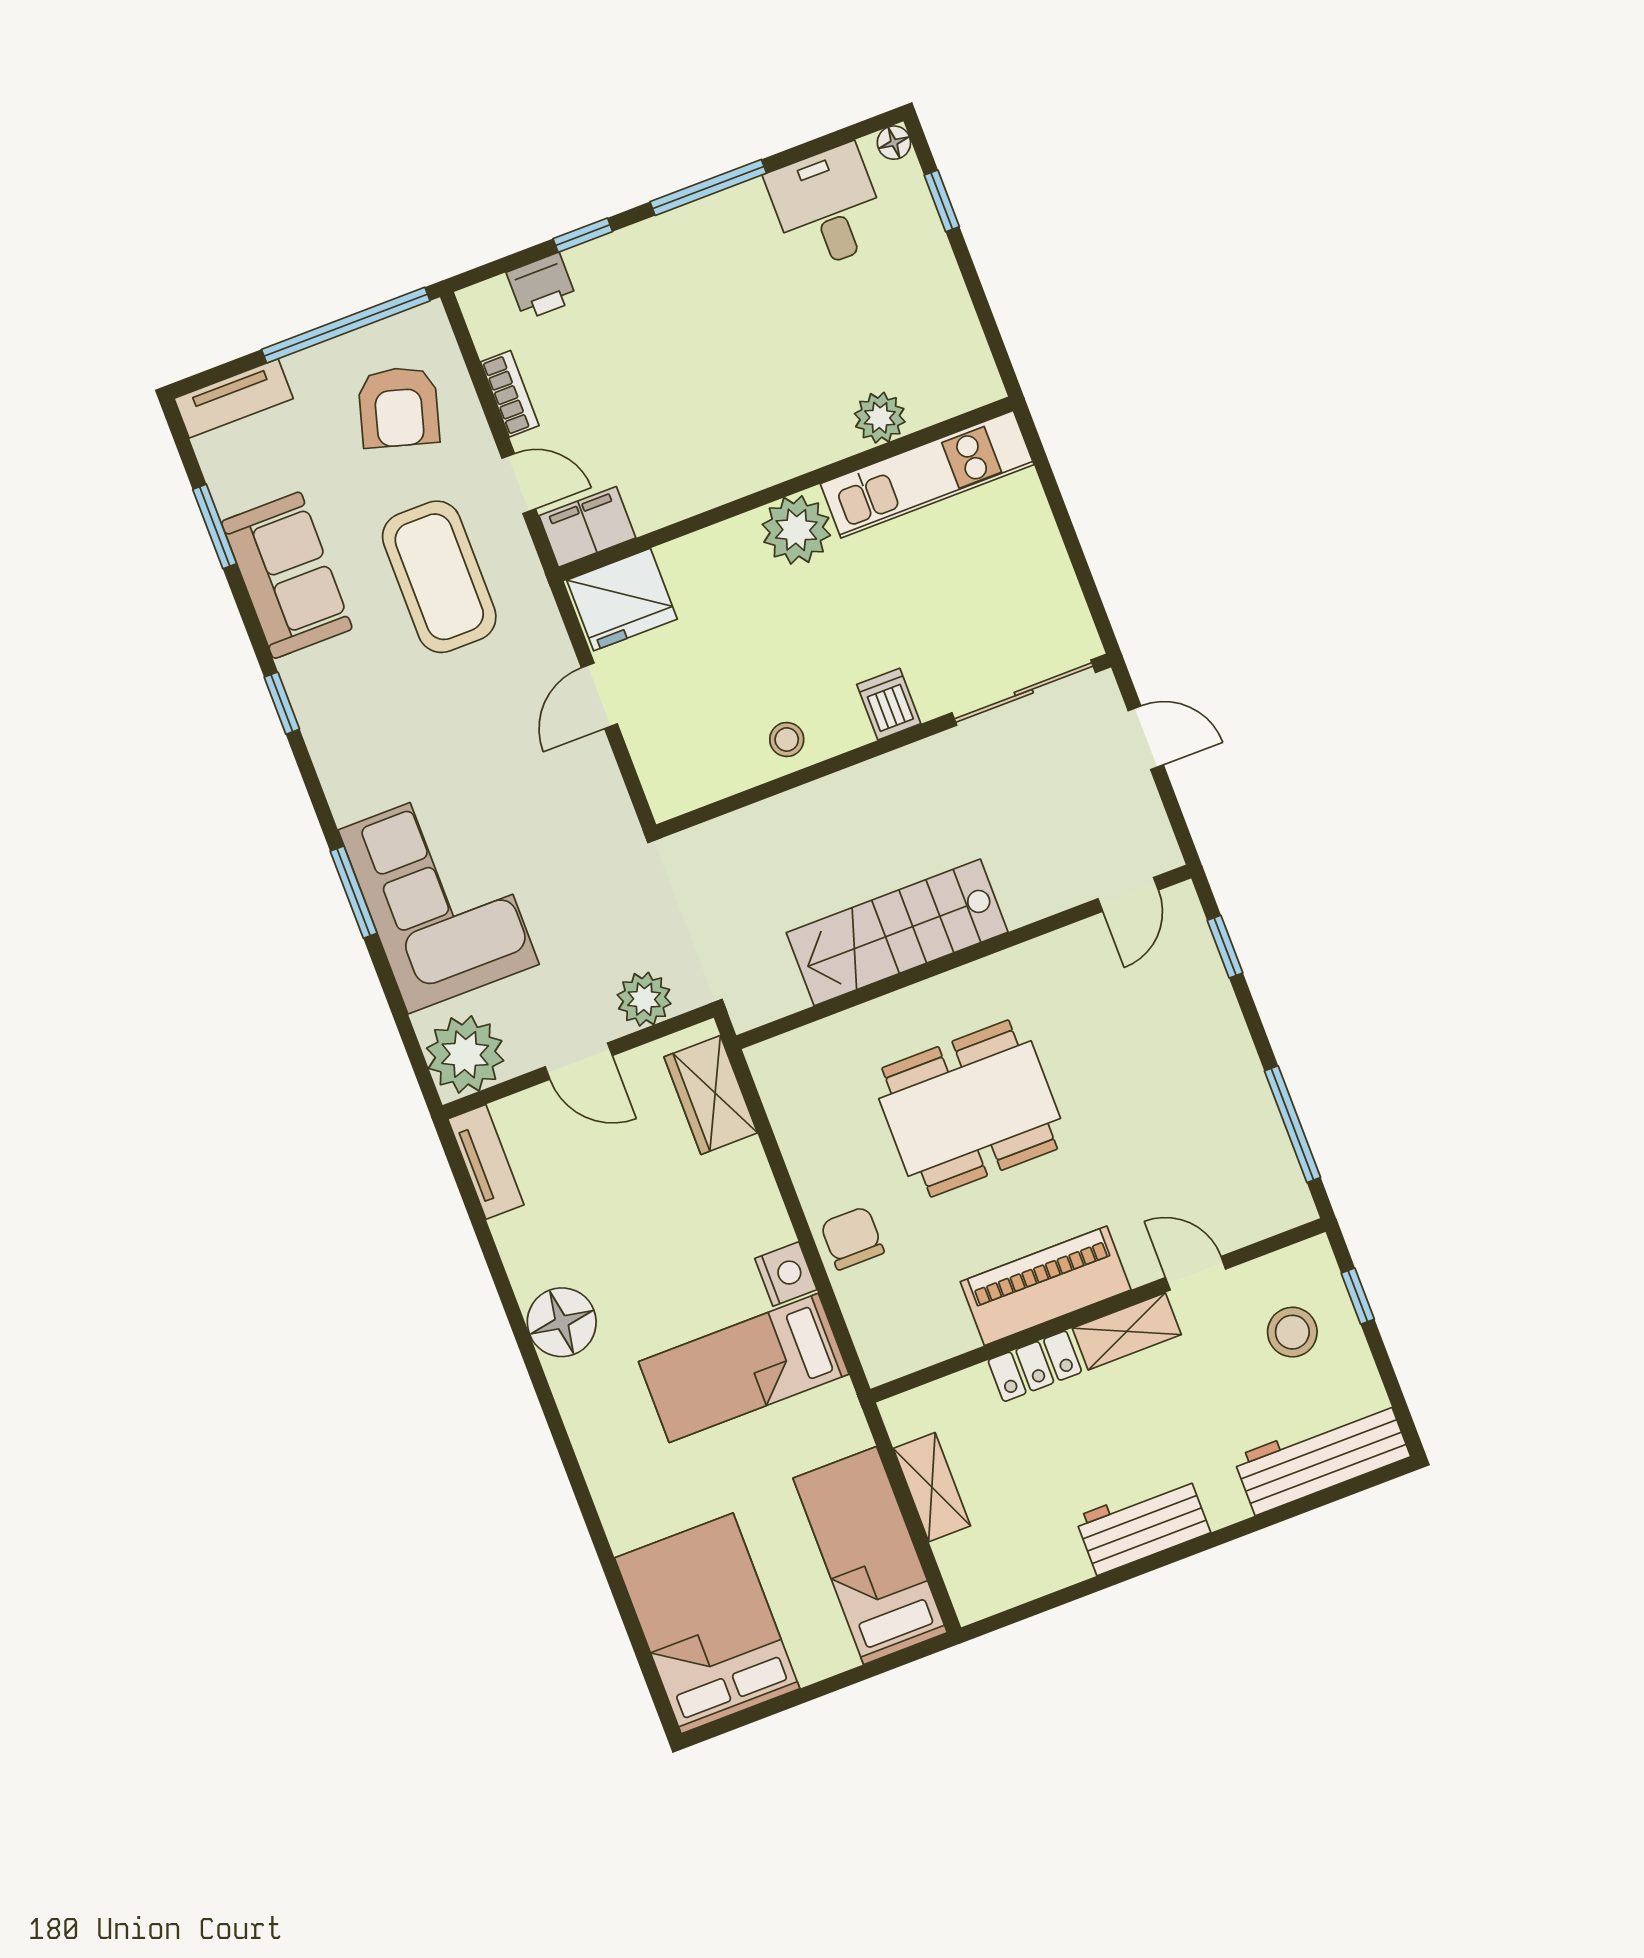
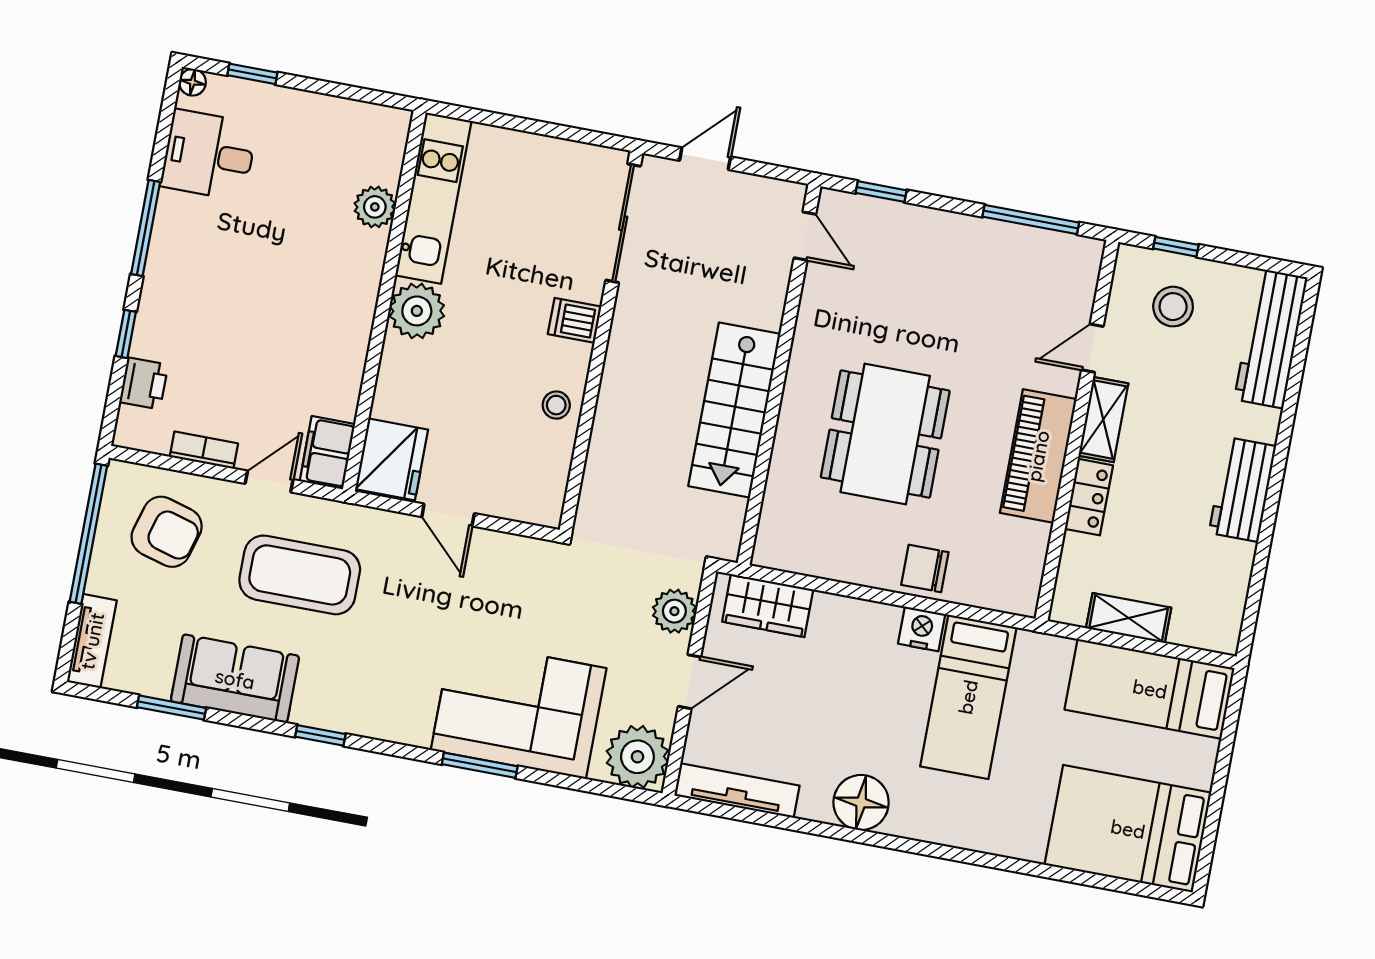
tv unit: (486, 1162) -> (737, 791), width x1.41

